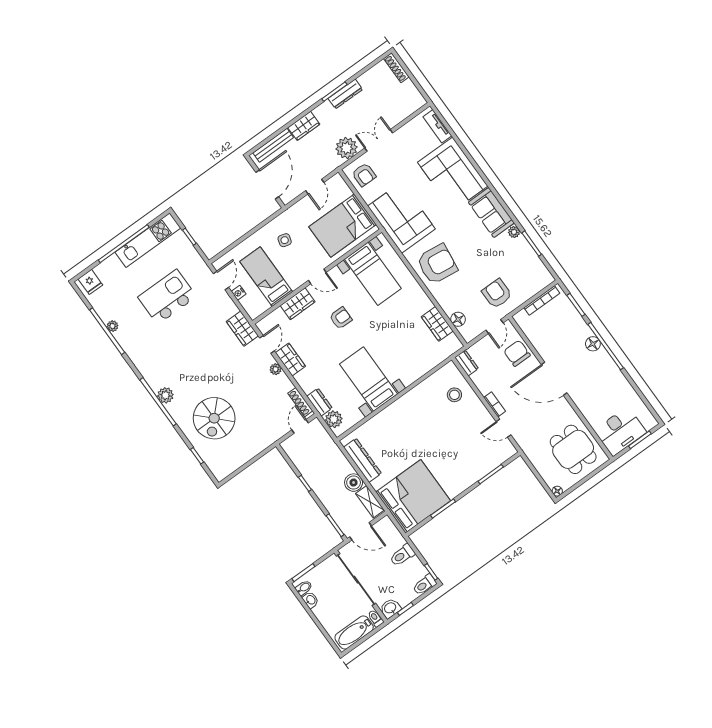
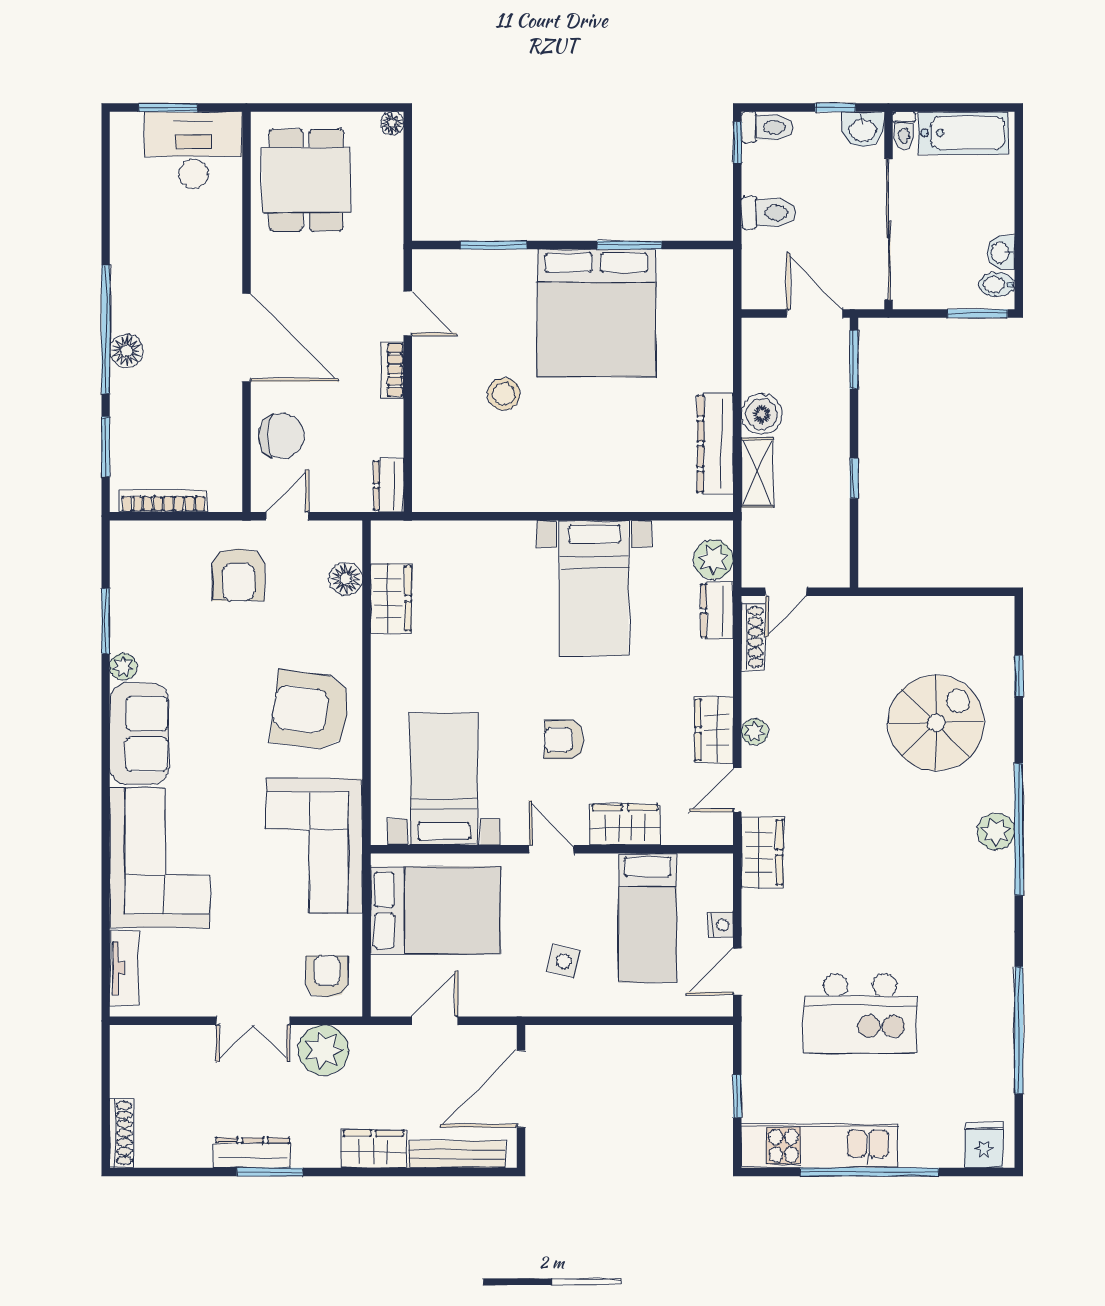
plant: (113, 326) -> (1002, 1033), removed
chair: (517, 353) -> (281, 436), turned -90
stool: (454, 395) -> (504, 394), moved
bed: (413, 496) -> (596, 313), moved, turned -90
shelving: (370, 502) -> (757, 473), moved

